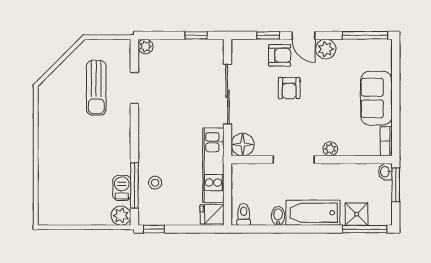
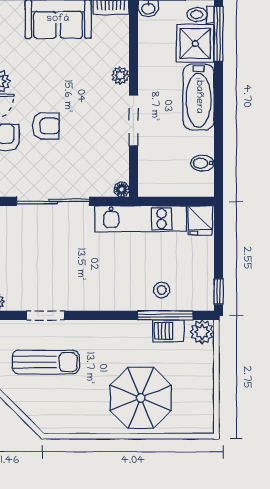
floor lamp: (243, 145) -> (122, 189), width x0.53, depth x0.53
parasol: (67, 166) -> (141, 398), added
toilet: (244, 214) -> (201, 15), moved
shower: (357, 214) -> (195, 43), width x1.36, depth x1.36
bidet: (278, 216) -> (202, 163), moved

